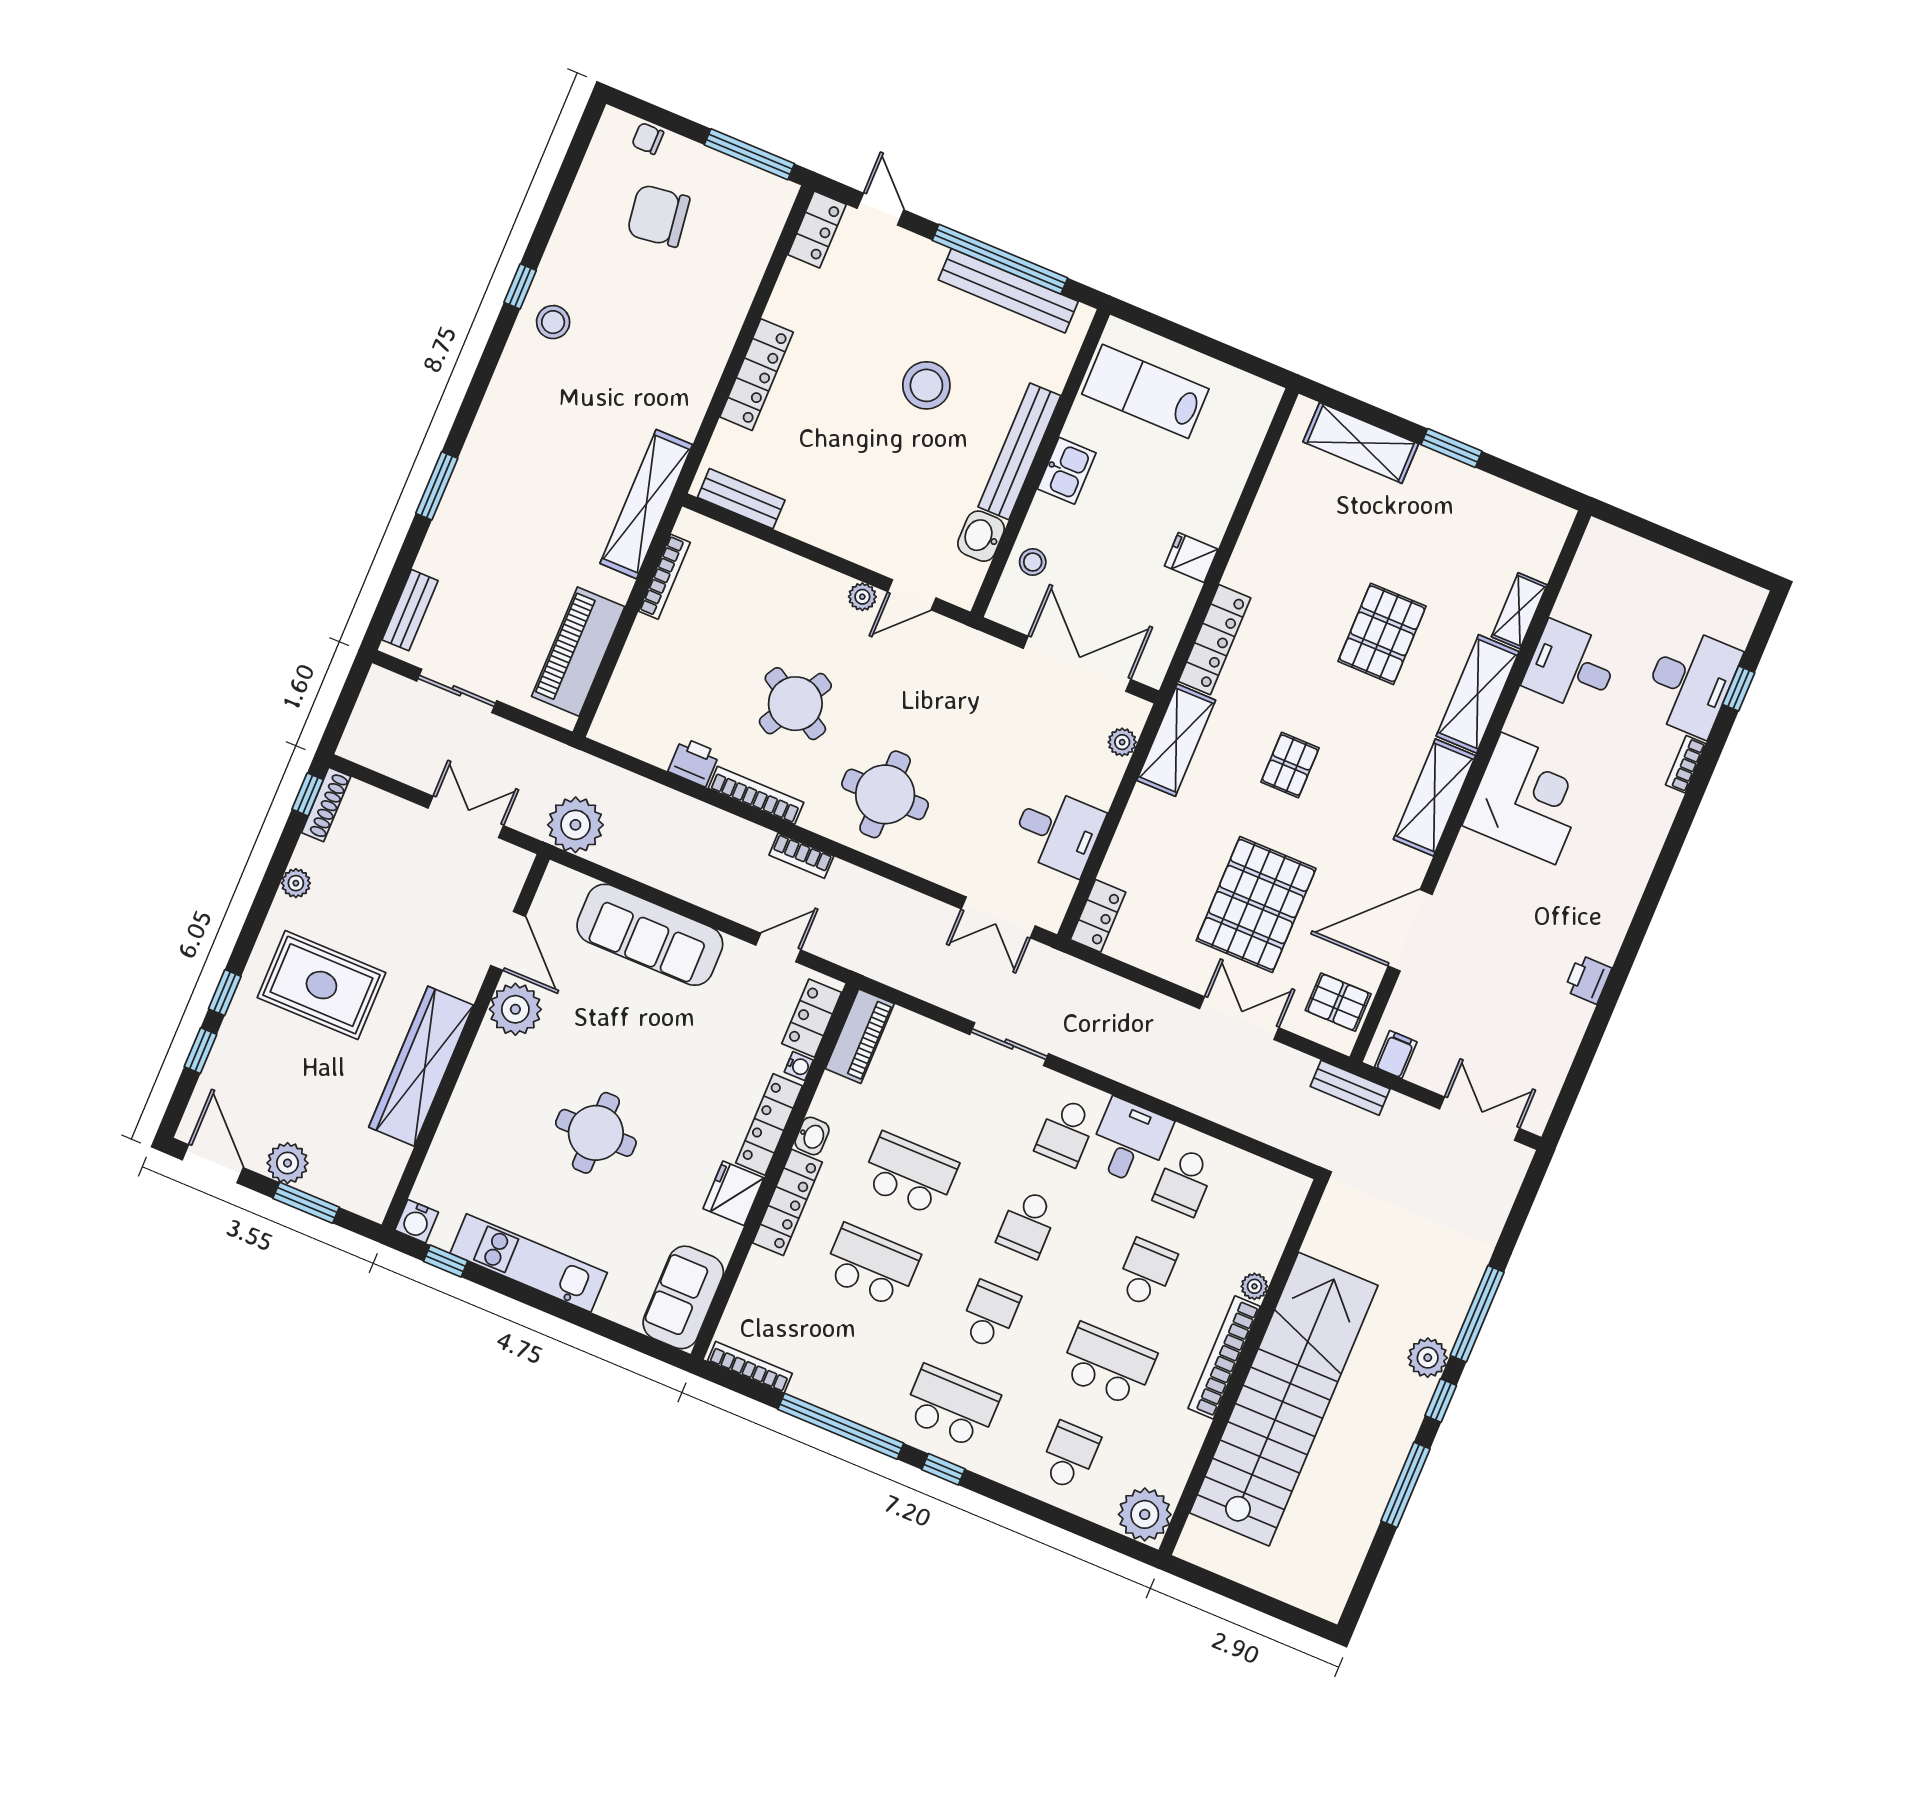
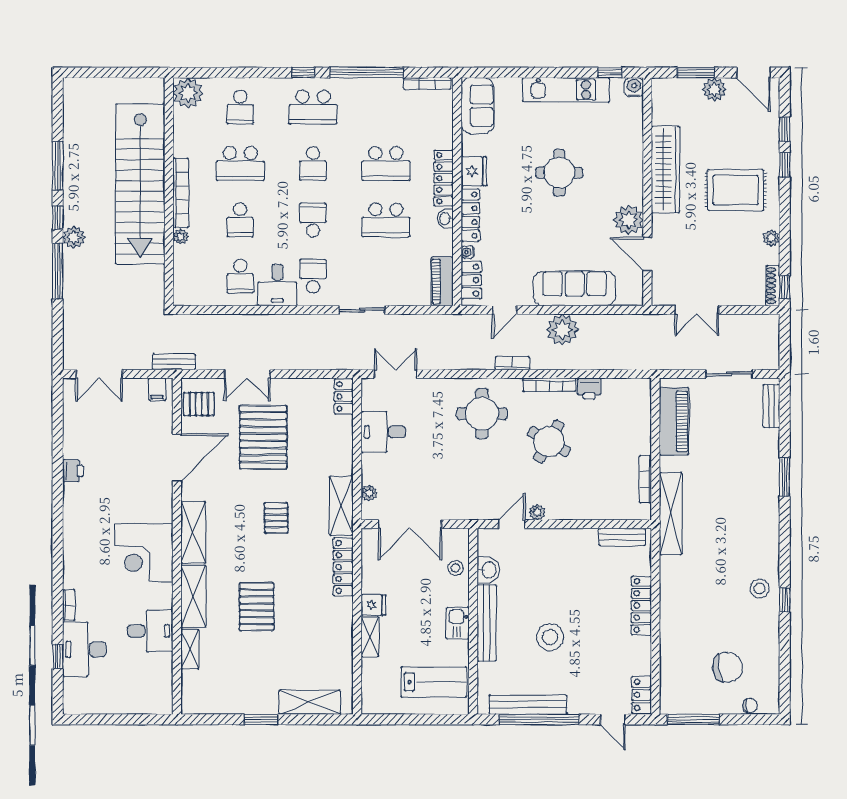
shelving: (1218, 508) -> (370, 637), added
plant: (575, 825) -> (562, 330), moved
school desk: (1184, 1181) -> (240, 276), turned 180

